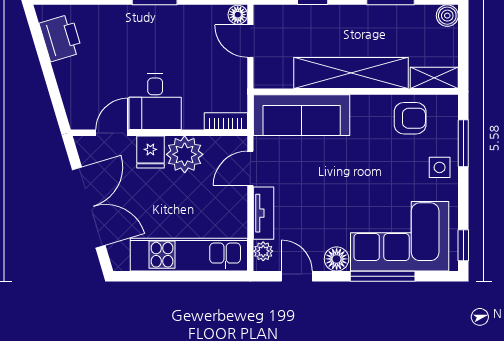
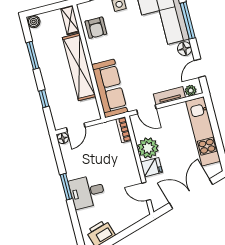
desk: (155, 102) -> (87, 192), moved, turned 180
armchair: (410, 118) -> (96, 28), turned 180

